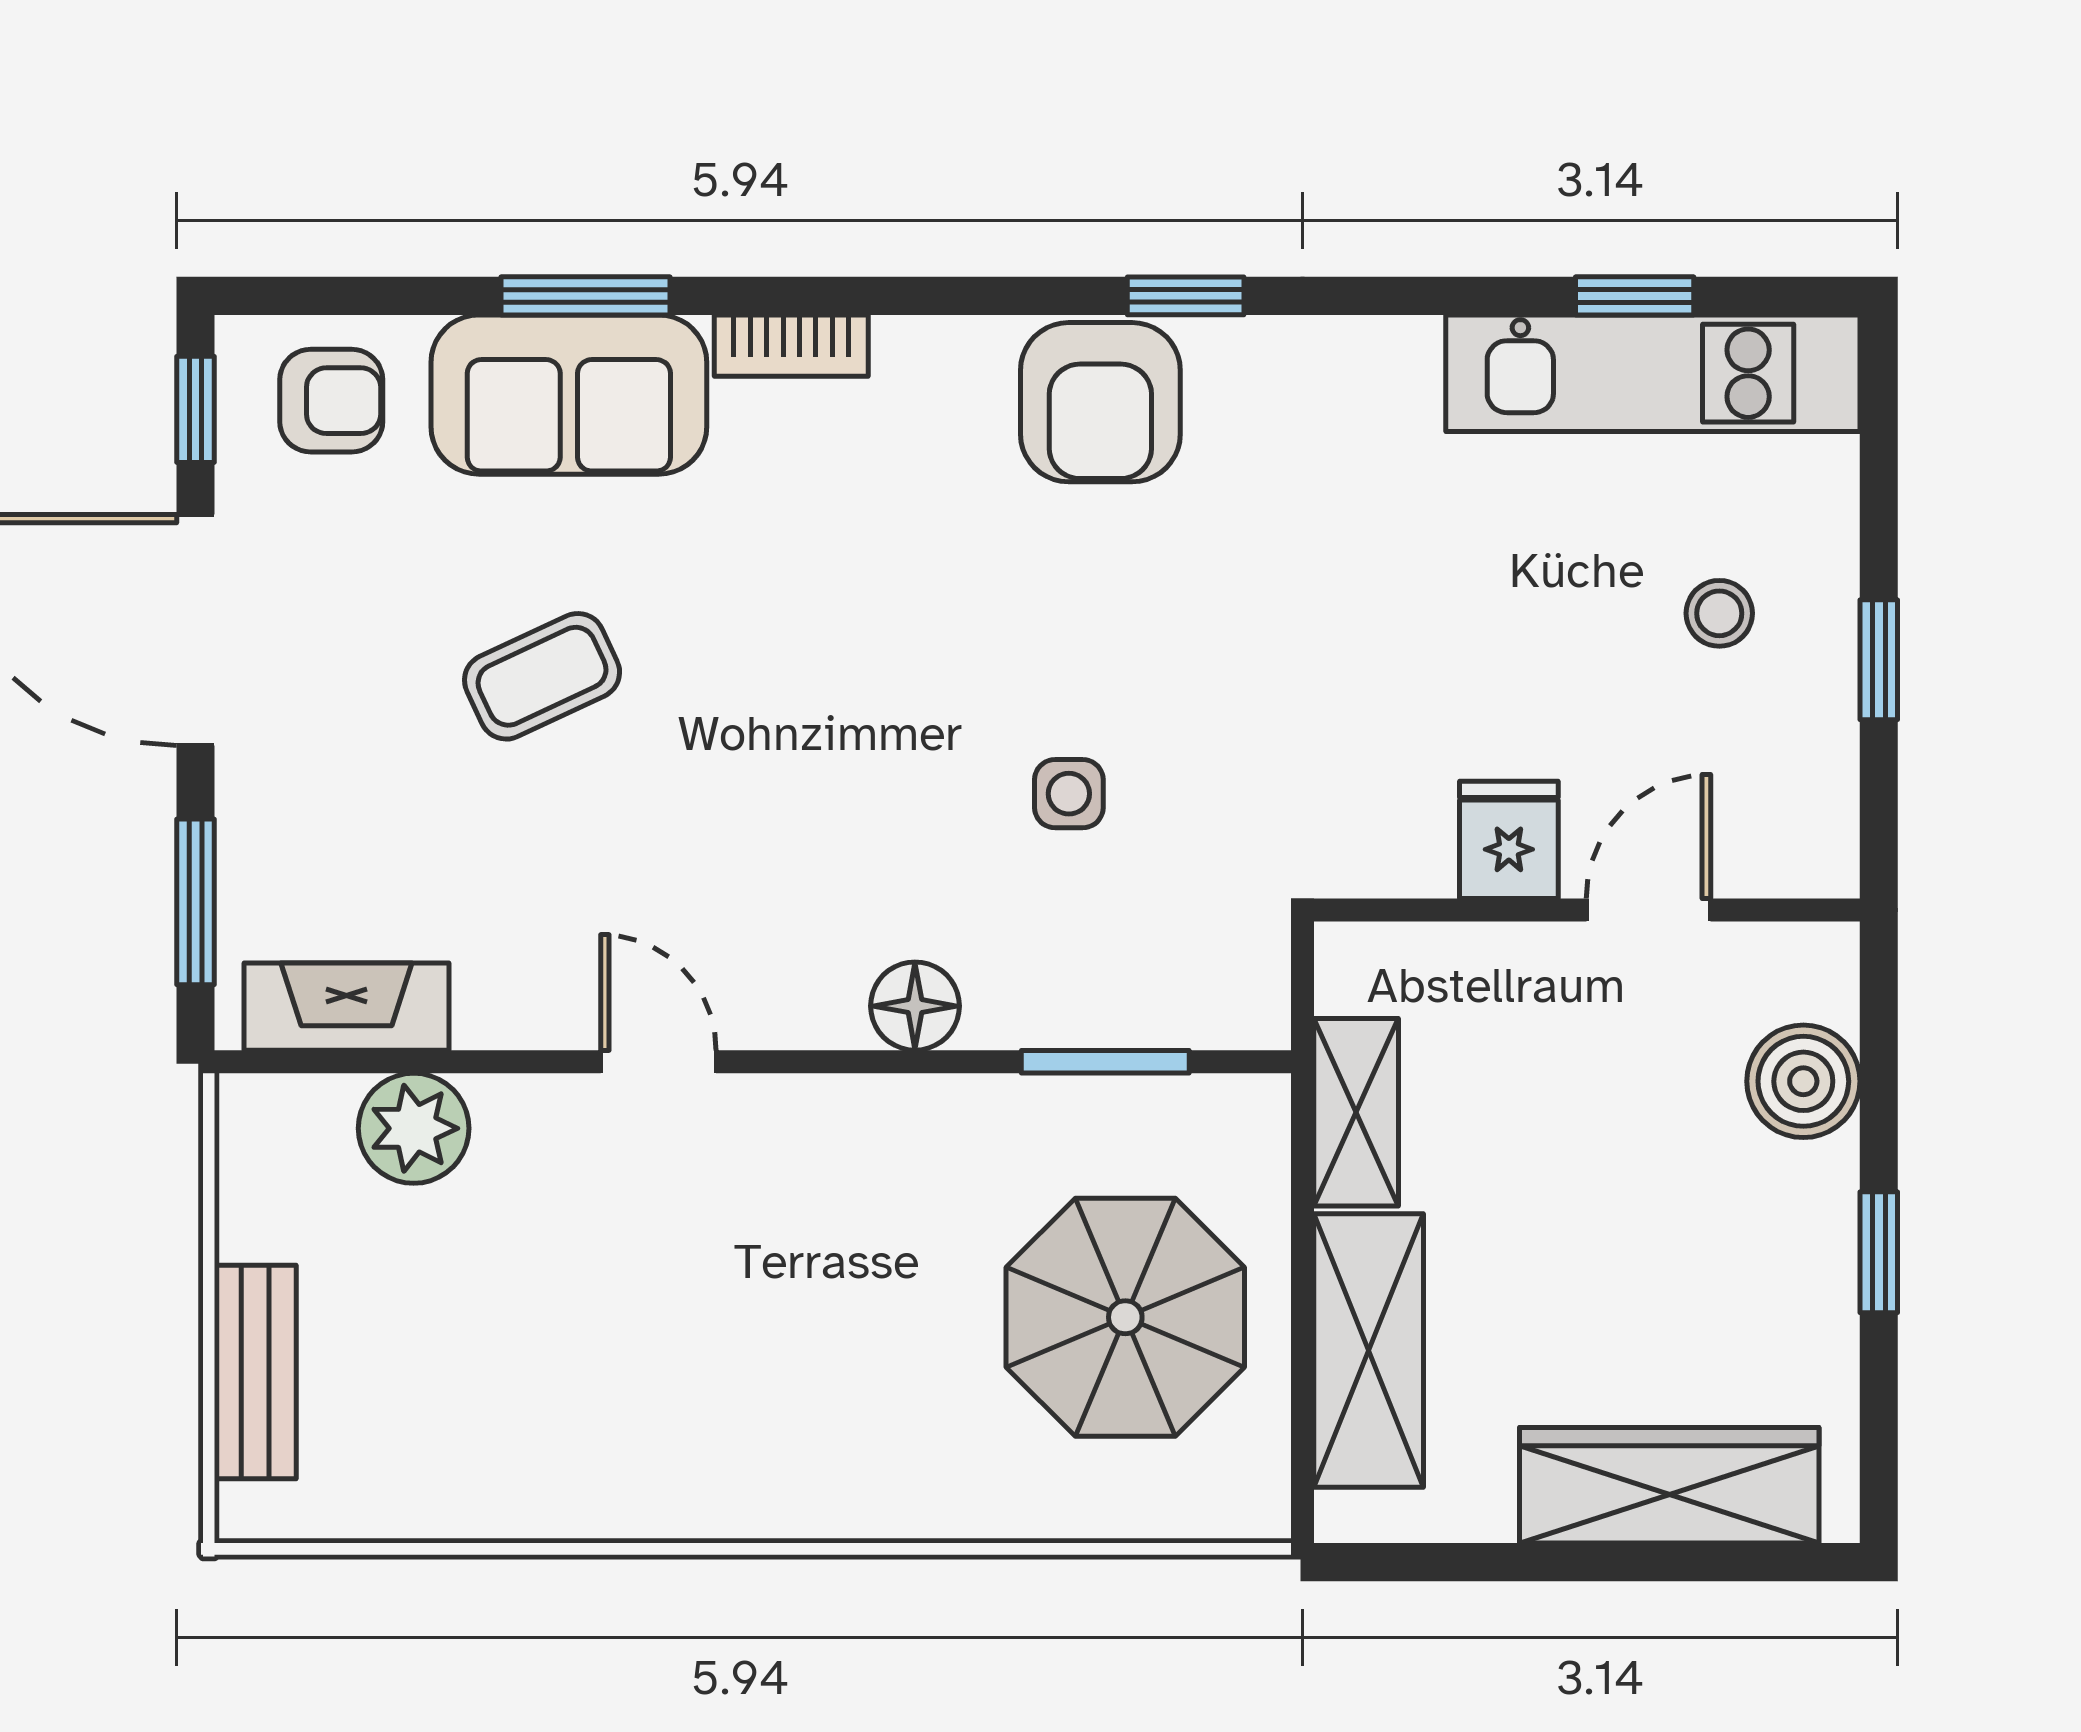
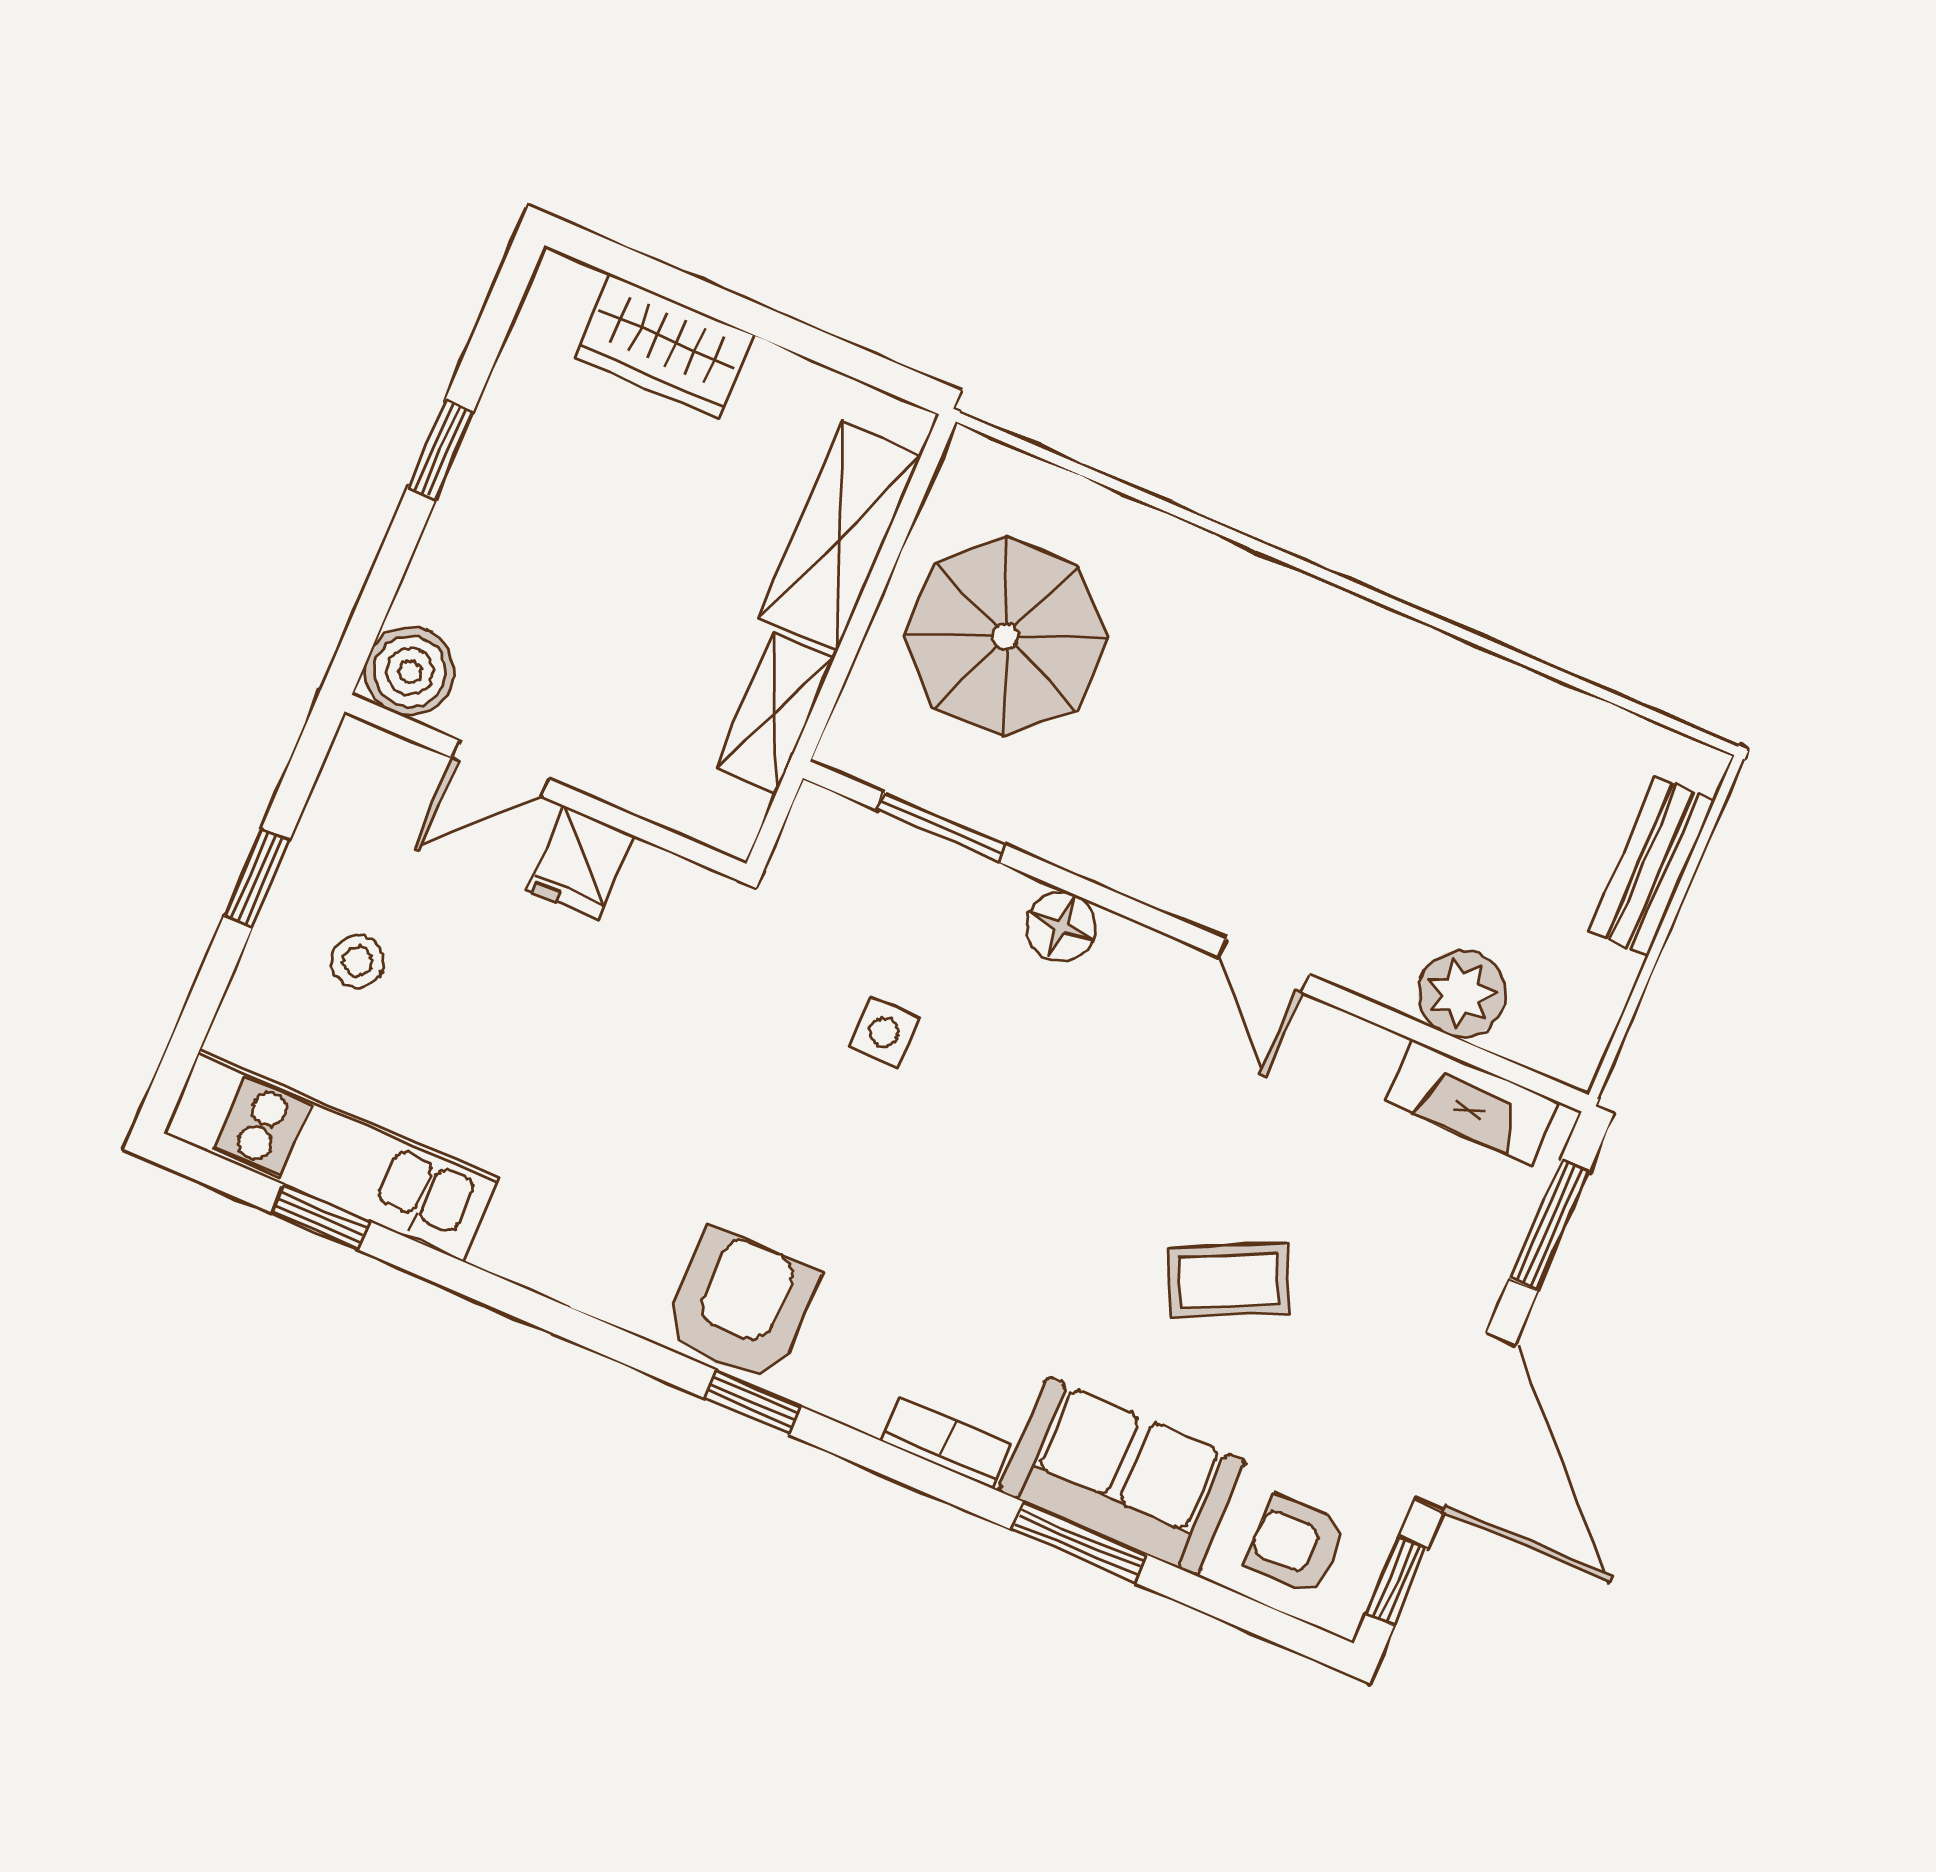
window: (1186, 296) -> (753, 1403), moved
boiler: (1803, 1081) -> (410, 671), moved
wardrobe: (1669, 1485) -> (664, 346), width x0.67

